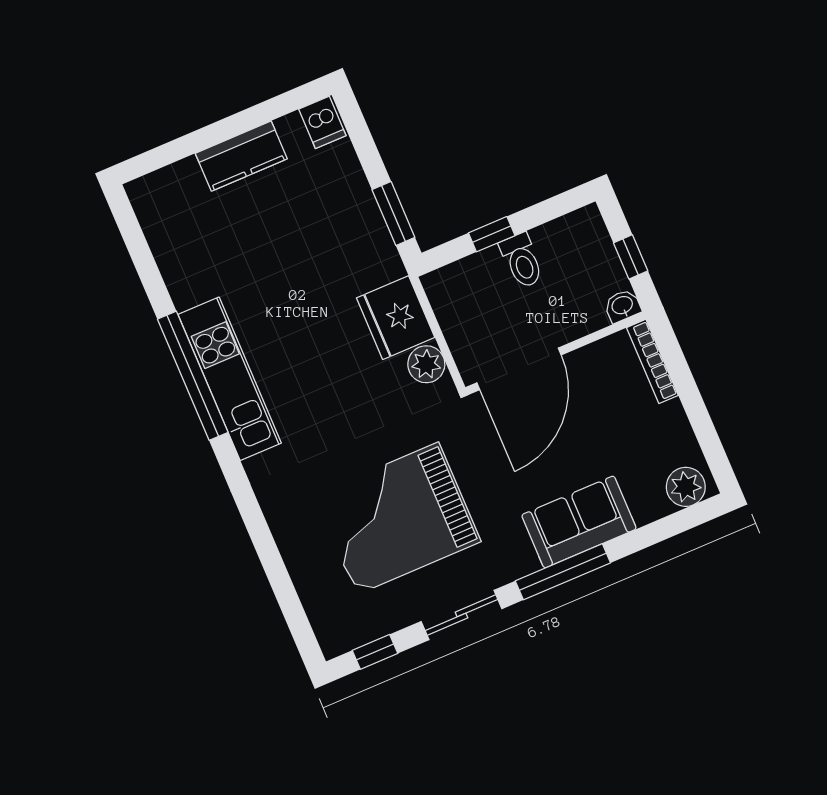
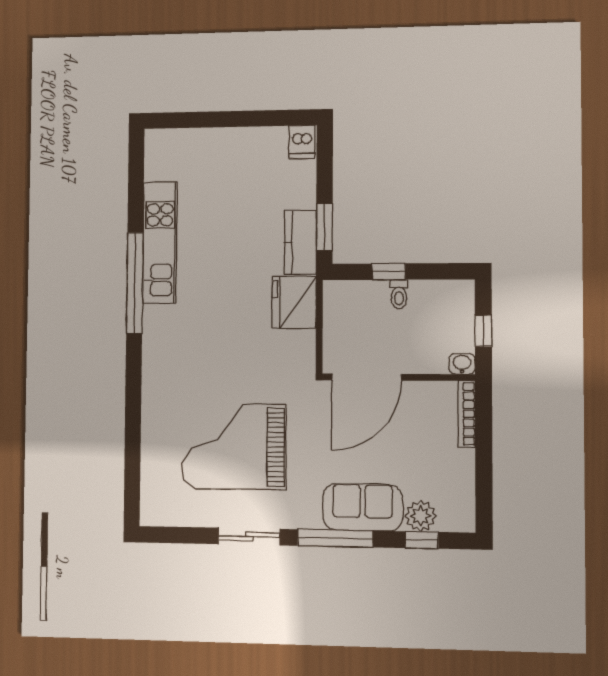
kitchen counter: (241, 156) -> (300, 242), moved, turned 90
toilet: (522, 261) -> (399, 294), width x0.73, depth x0.72
plant: (426, 364) -> (301, 345), removed
kitchen unit: (230, 379) -> (160, 243), moved
plant: (686, 487) -> (421, 516), moved
window: (375, 652) -> (422, 540), moved

